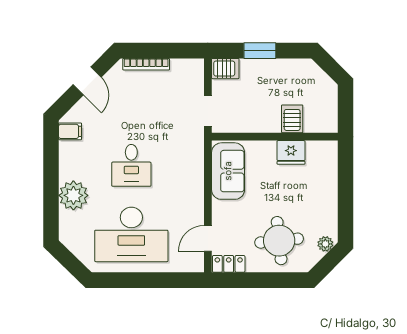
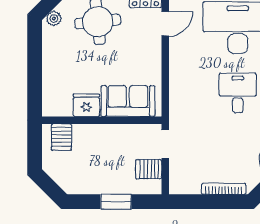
server rack: (225, 69) -> (149, 169), moved
server rack: (292, 119) -> (61, 137), moved
sofa: (228, 171) -> (128, 101), moved, turned 90

